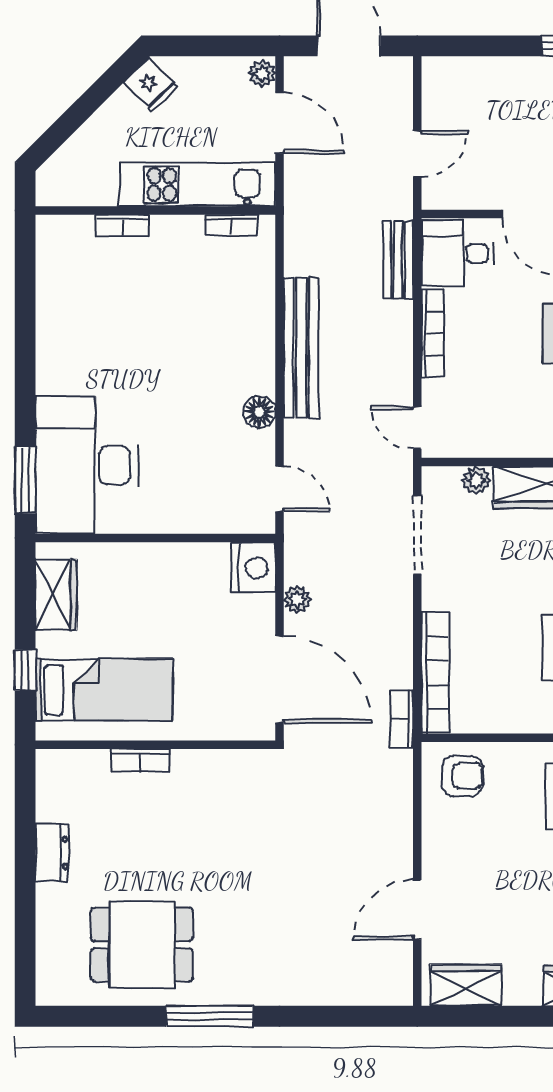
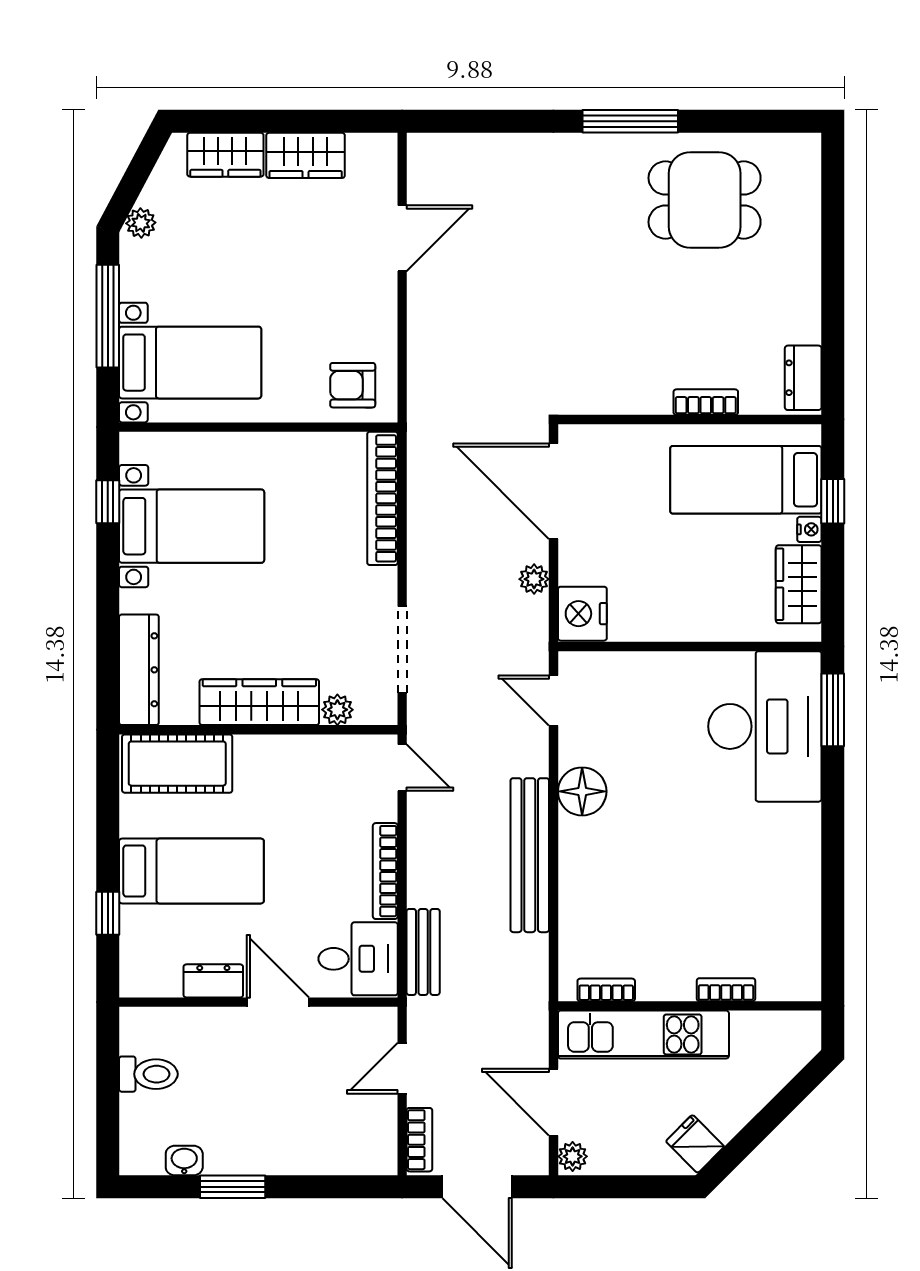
floor lamp: (259, 412) -> (582, 791), width x1.38, depth x1.38
nightstand: (46, 645) -> (809, 529), added
bookcase: (402, 719) -> (419, 1140), moved
dresser: (52, 853) -> (803, 378), moved
wardrobe: (466, 985) -> (306, 155), moved

